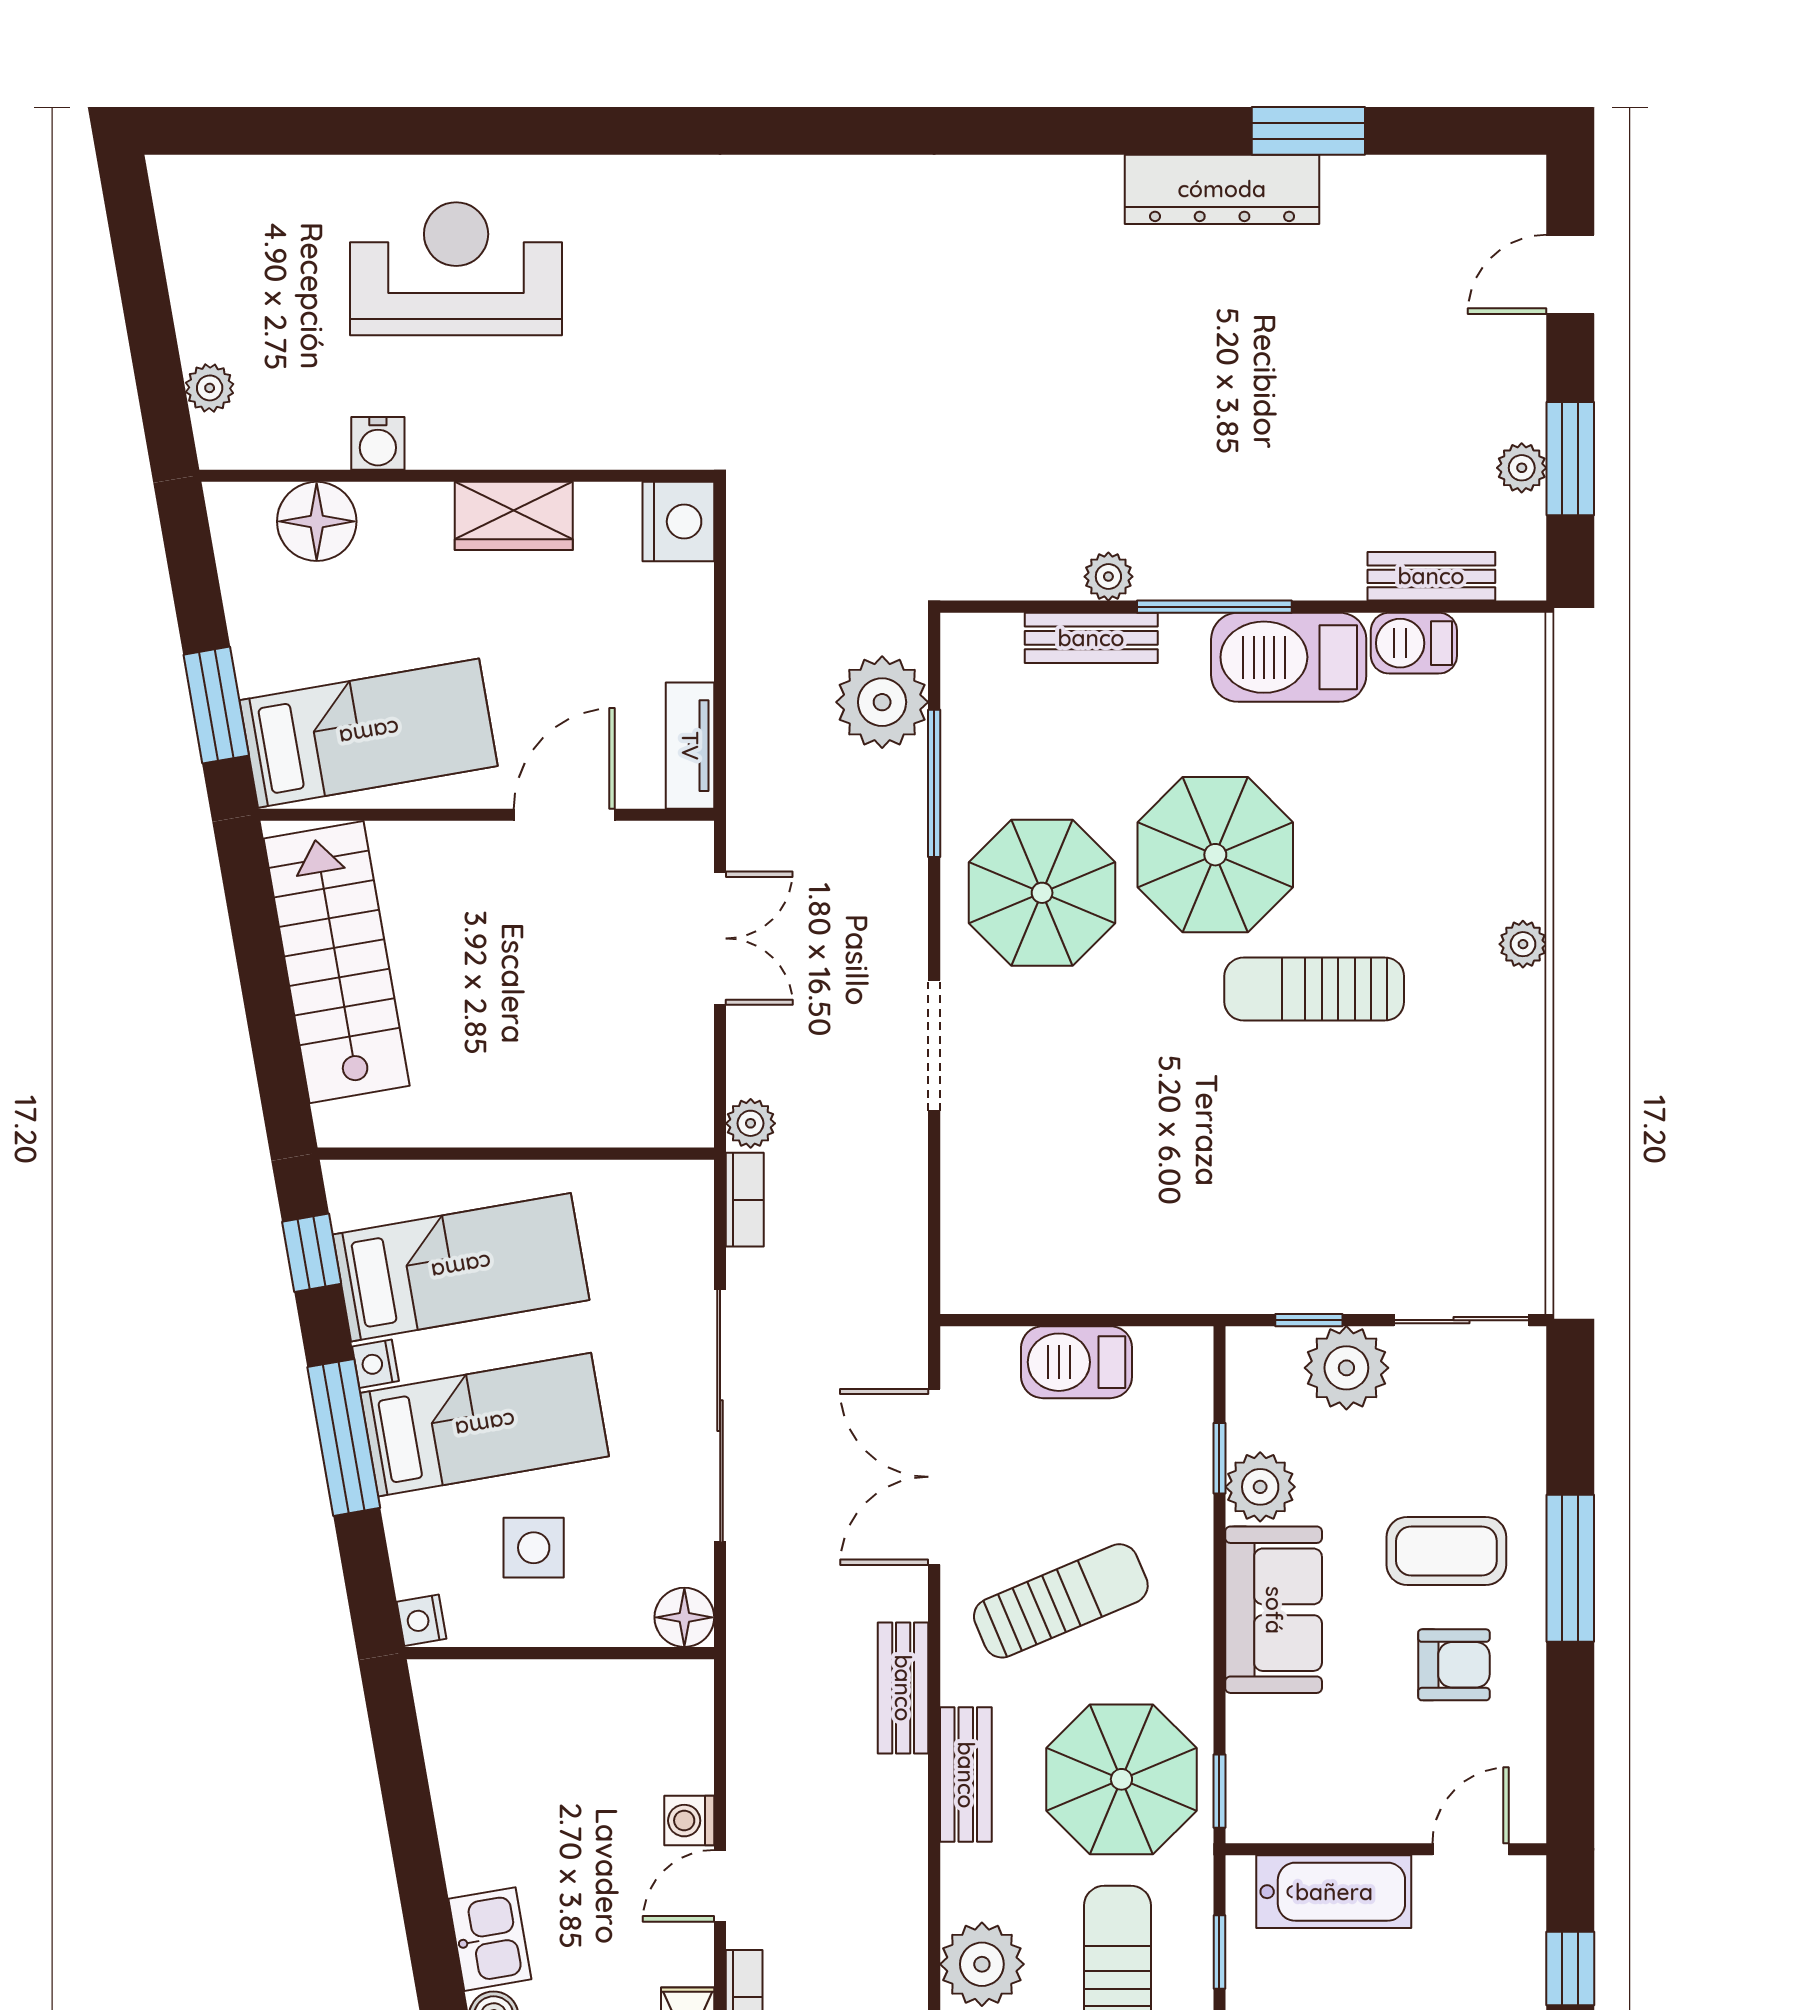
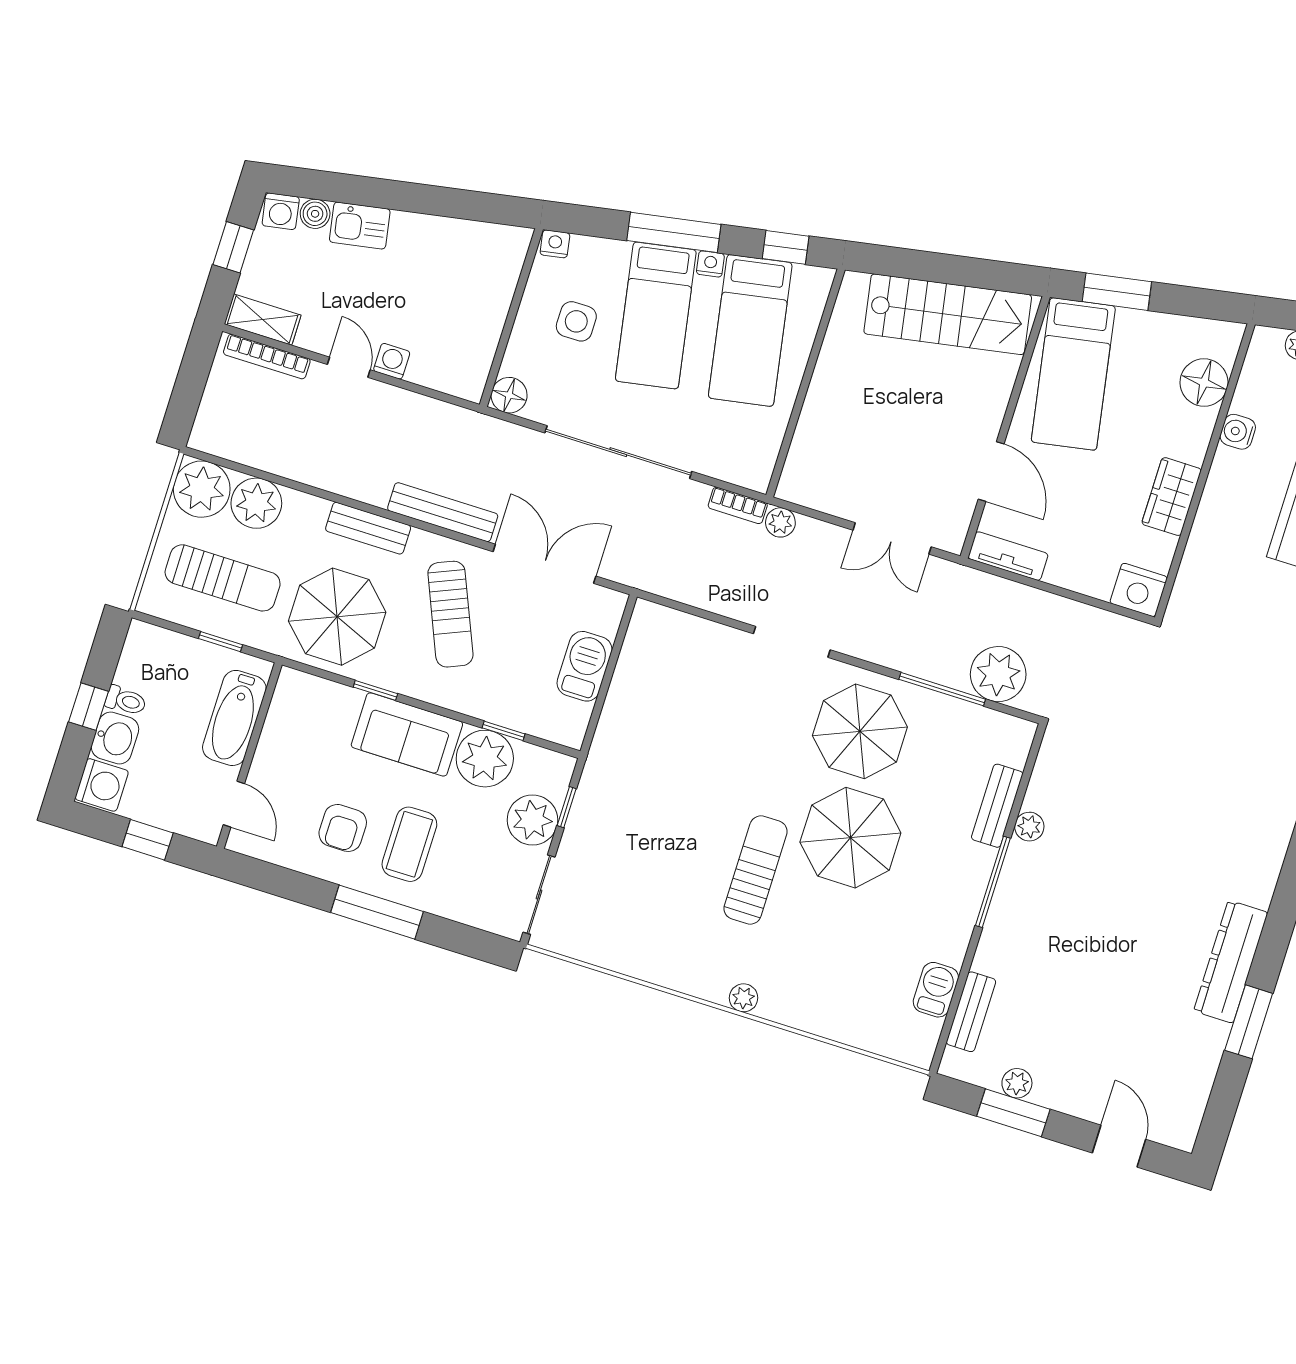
barbecue: (1289, 657) -> (950, 915), removed
plant: (1260, 1487) -> (485, 759), width x1.36, depth x1.36
bench: (903, 1688) -> (443, 512), width x1.36
window: (1219, 1791) -> (375, 690), moved

